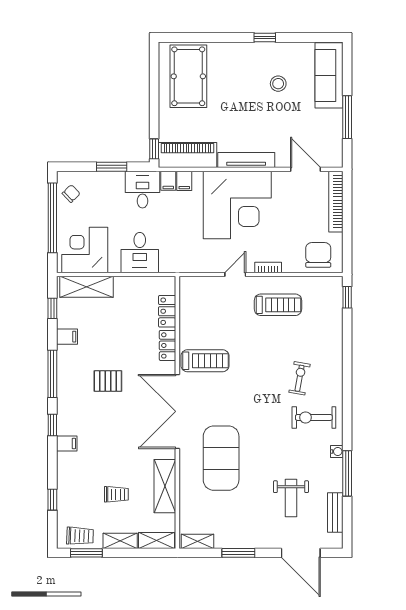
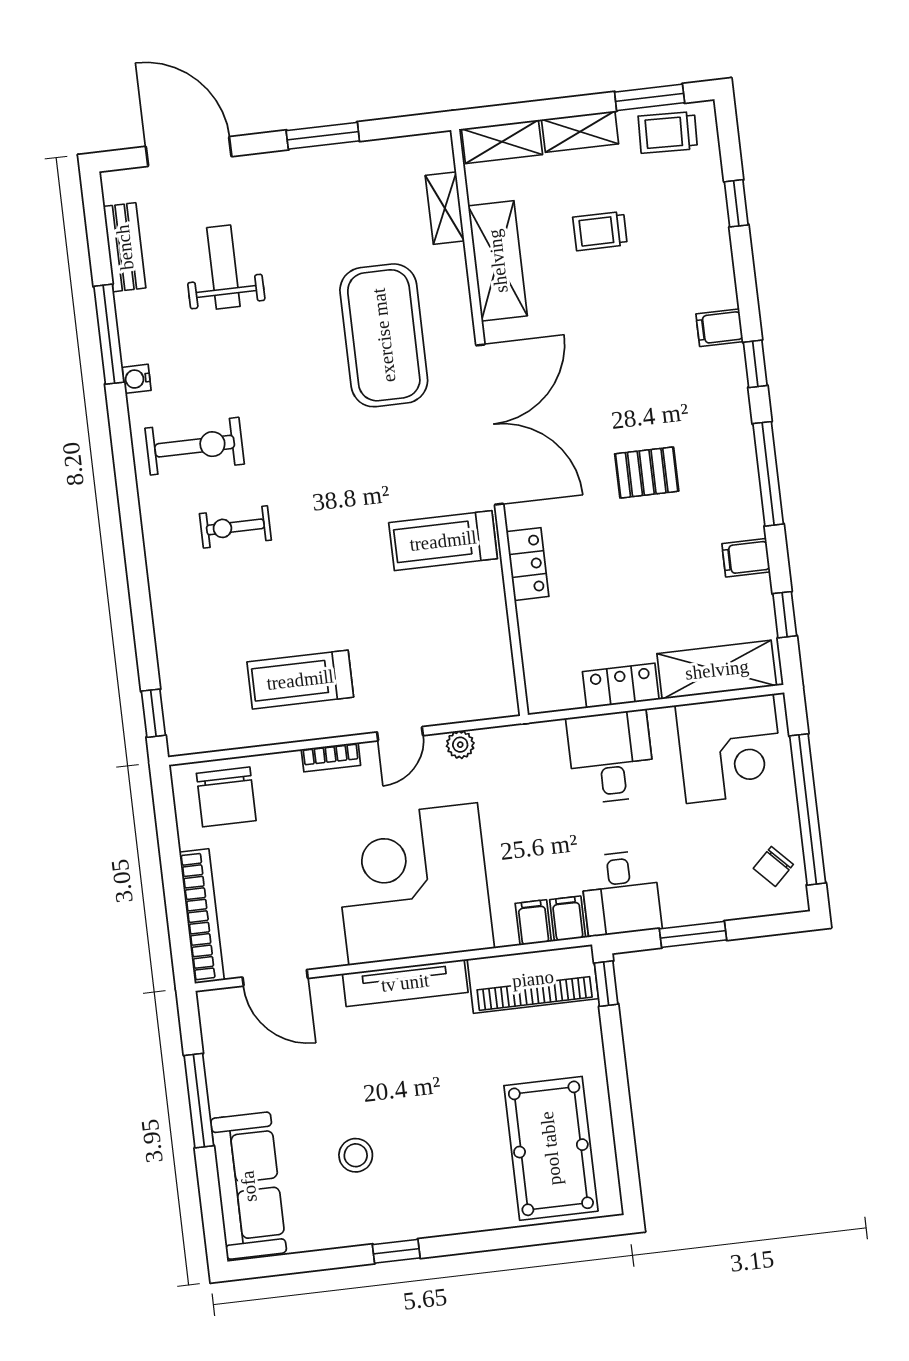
plant: (208, 266) -> (460, 745), added
locker: (167, 311) -> (621, 686), moved, turned -90
exercise bike: (299, 378) -> (235, 527), turned 80
shelving: (197, 541) -> (445, 208), moved, turned 90

